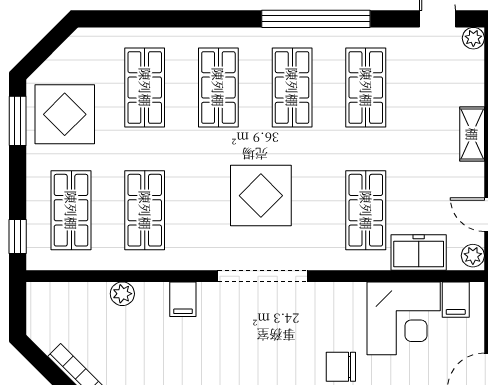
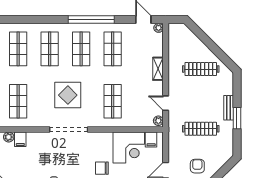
freezer: (419, 253) -> (135, 119), removed
filing cabinet: (183, 299) -> (20, 139), moved

